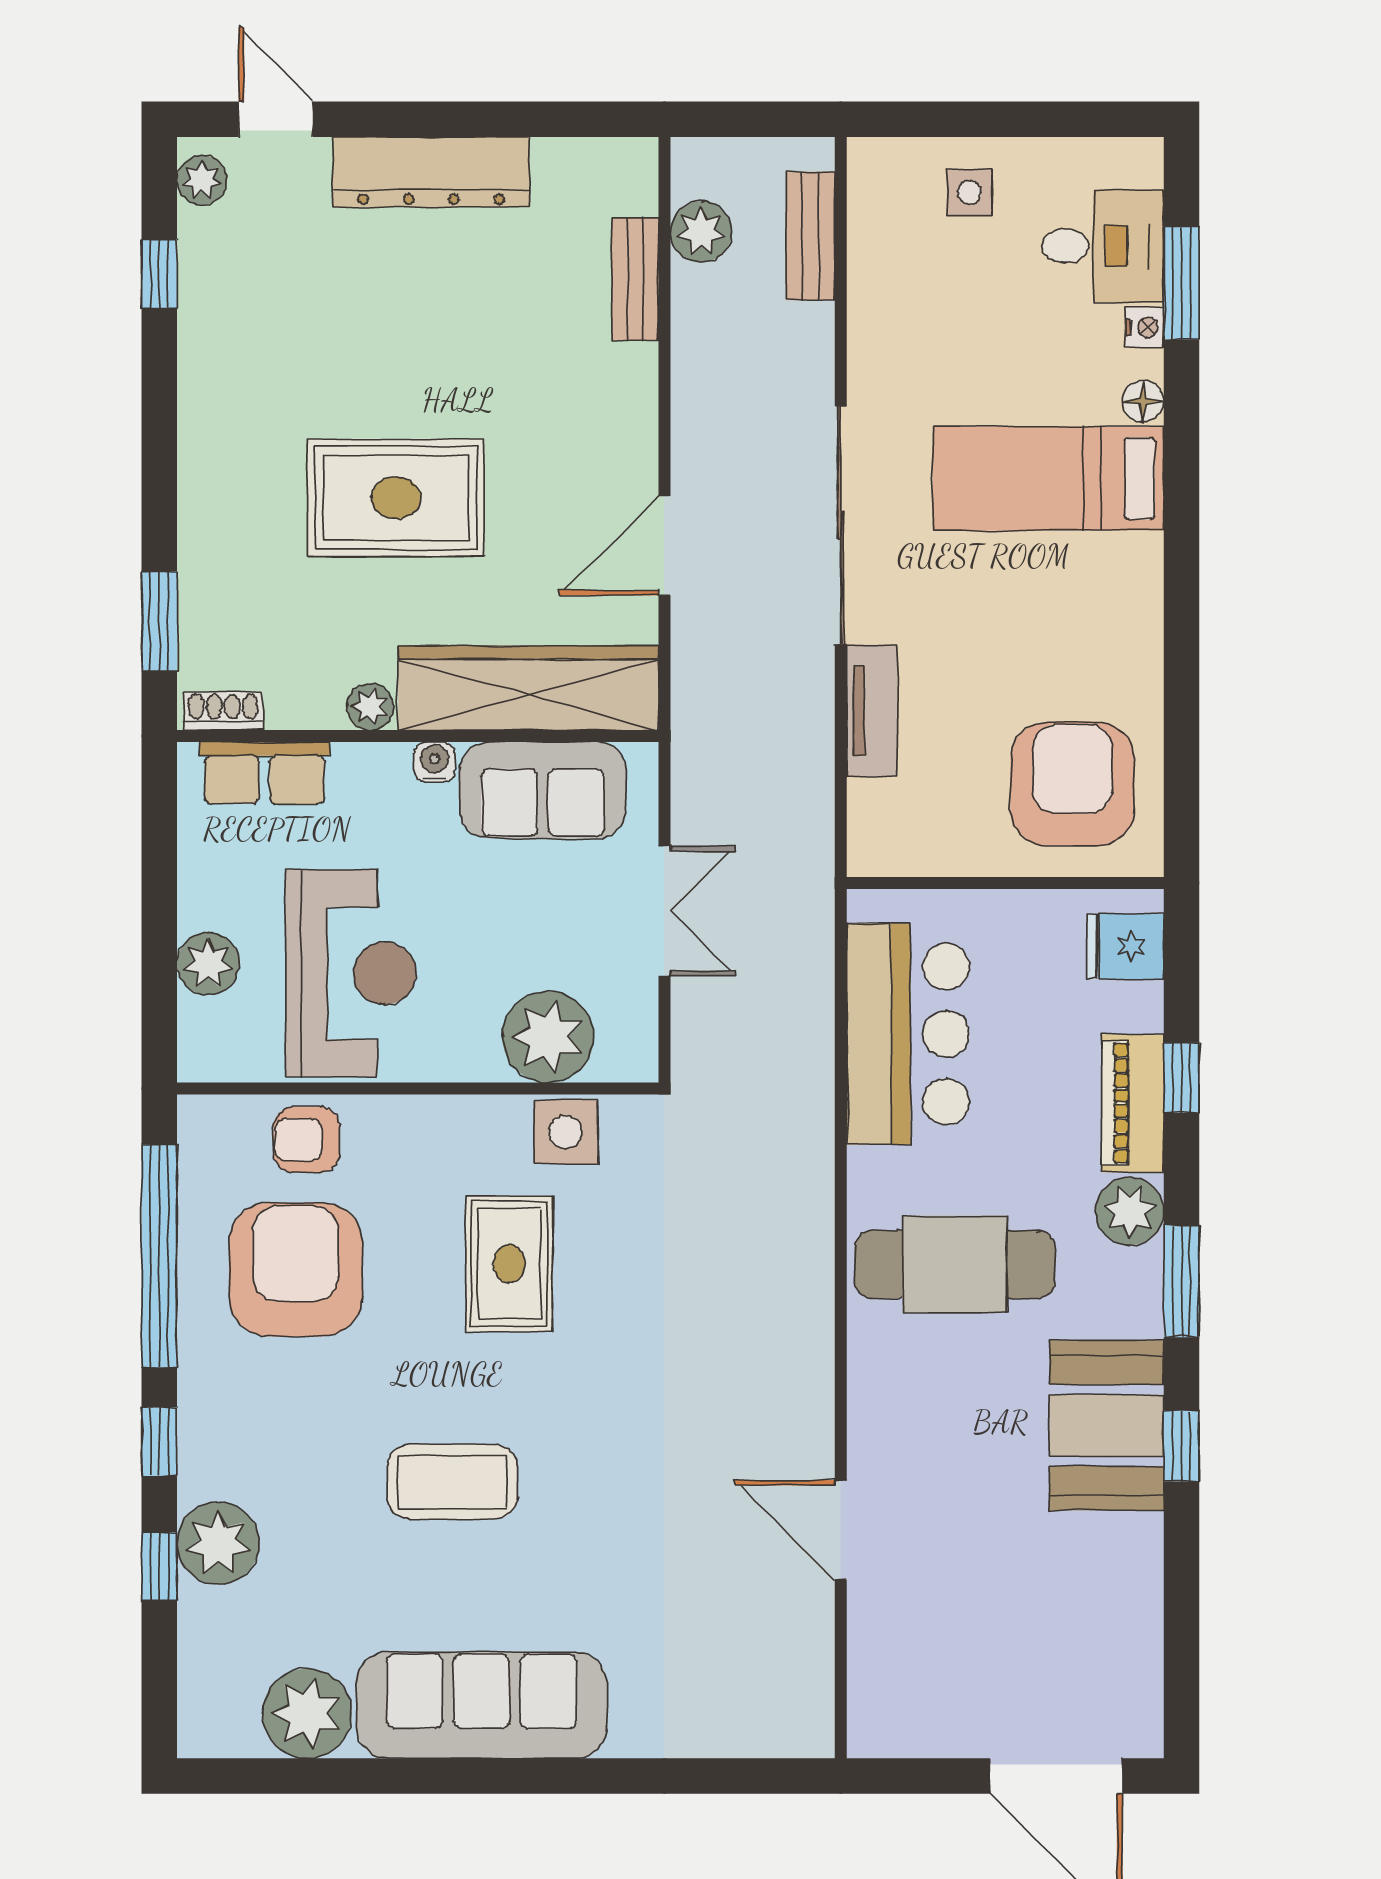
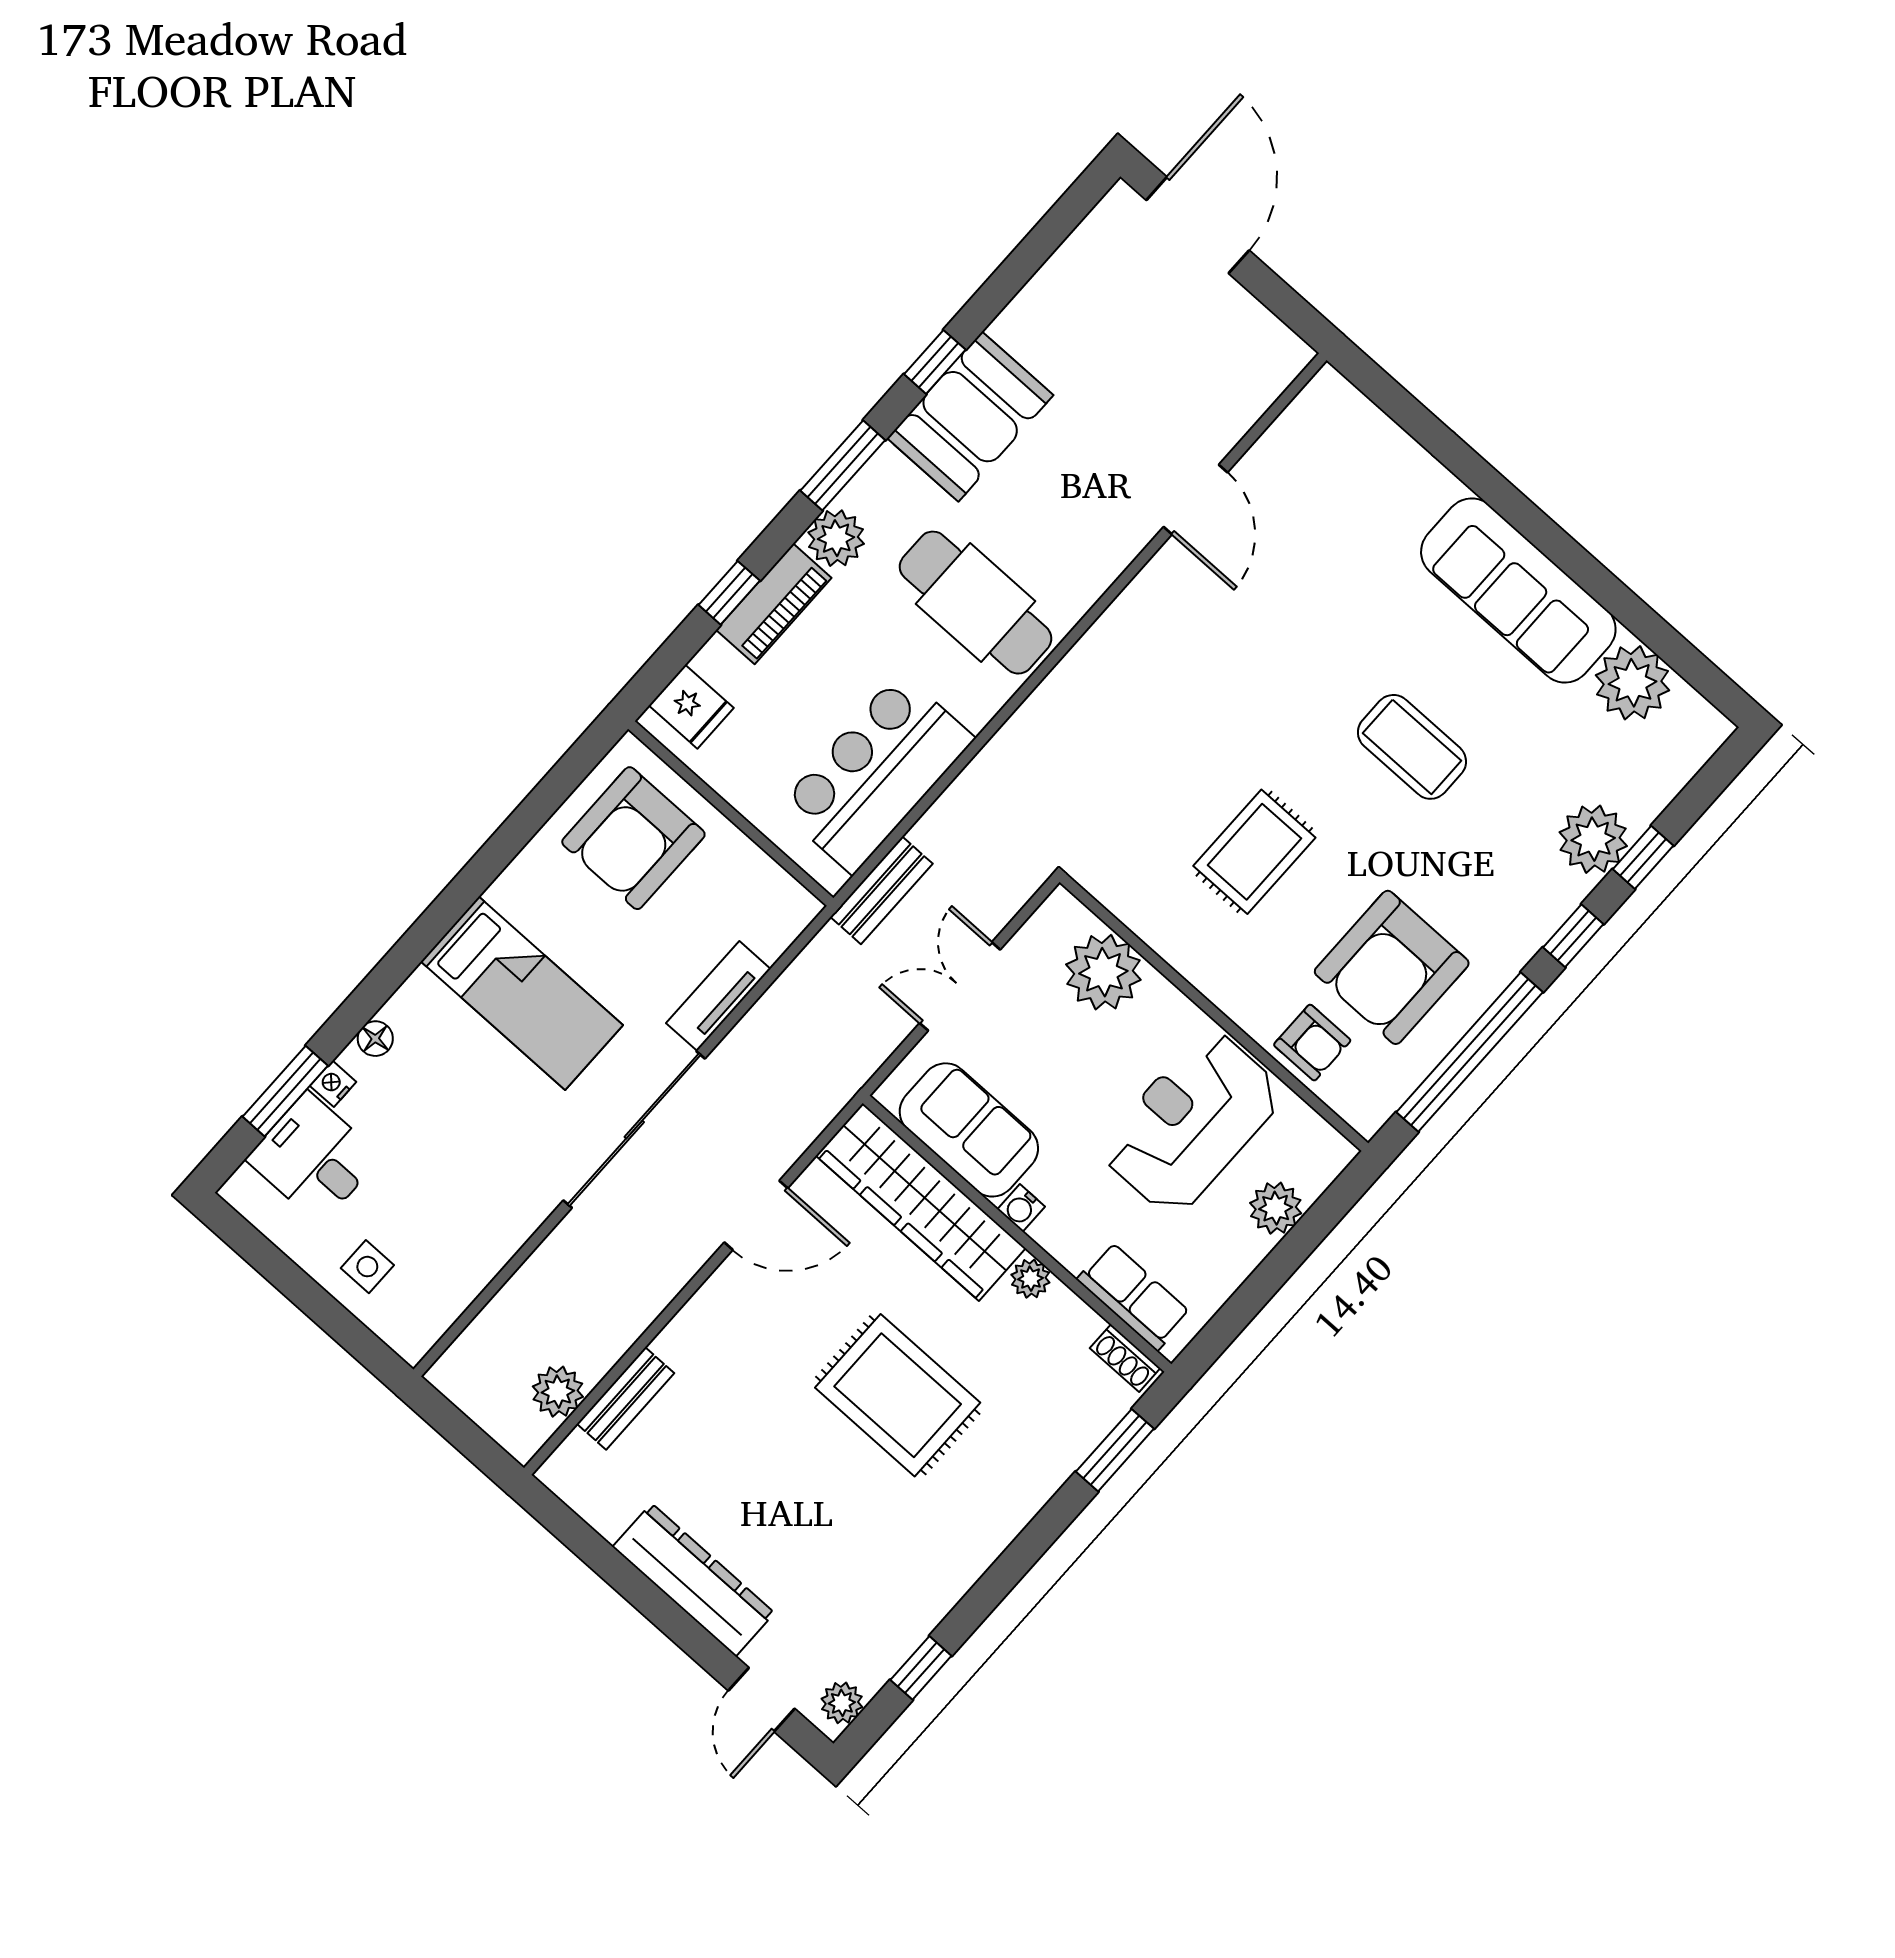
bench: (810, 236) -> (882, 890), moved
bed: (1049, 478) -> (522, 993), moved
side table: (566, 1132) -> (1145, 903), removed

